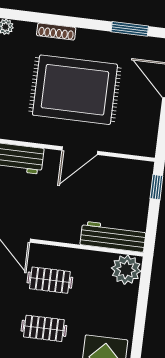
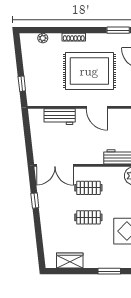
door: (80, 151) -> (97, 107), hinge flipped

